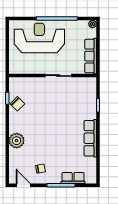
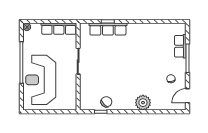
row of seats: (90, 138) -> (108, 29), moved

